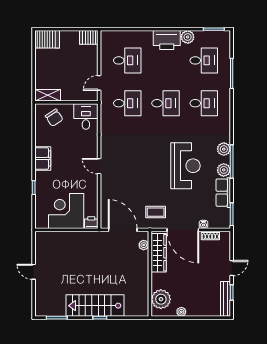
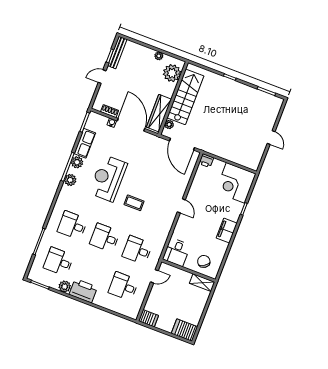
corner desk: (66, 211) -> (236, 183), moved, turned 90
coffee table: (156, 212) -> (134, 203), moved
stairs: (95, 306) -> (185, 97), moved, turned -90

